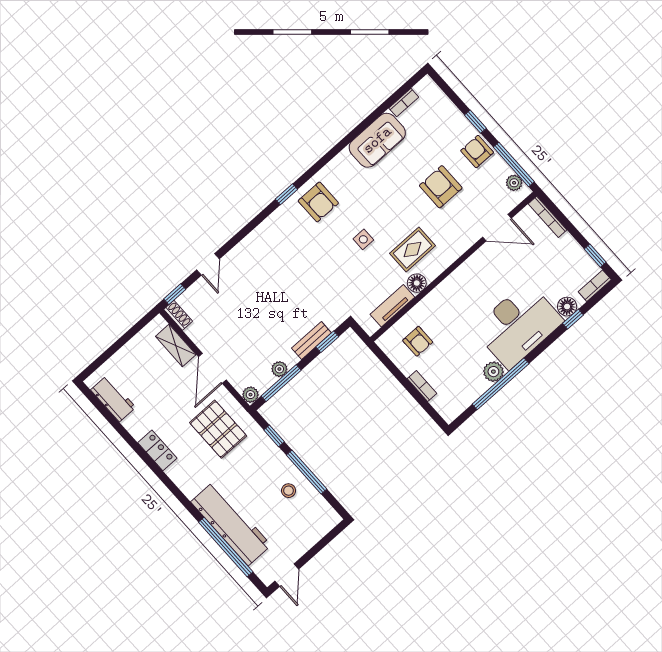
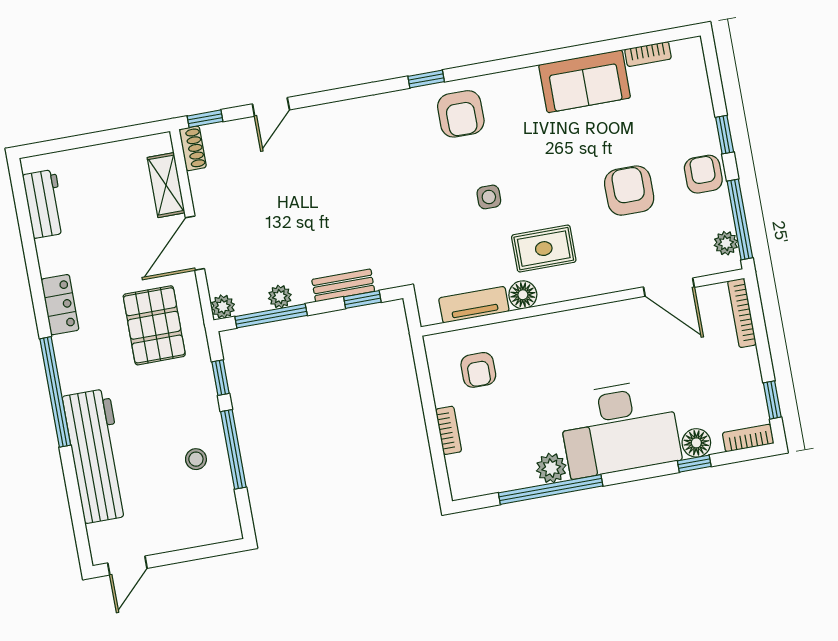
window: (226, 547) -> (55, 392), moved

